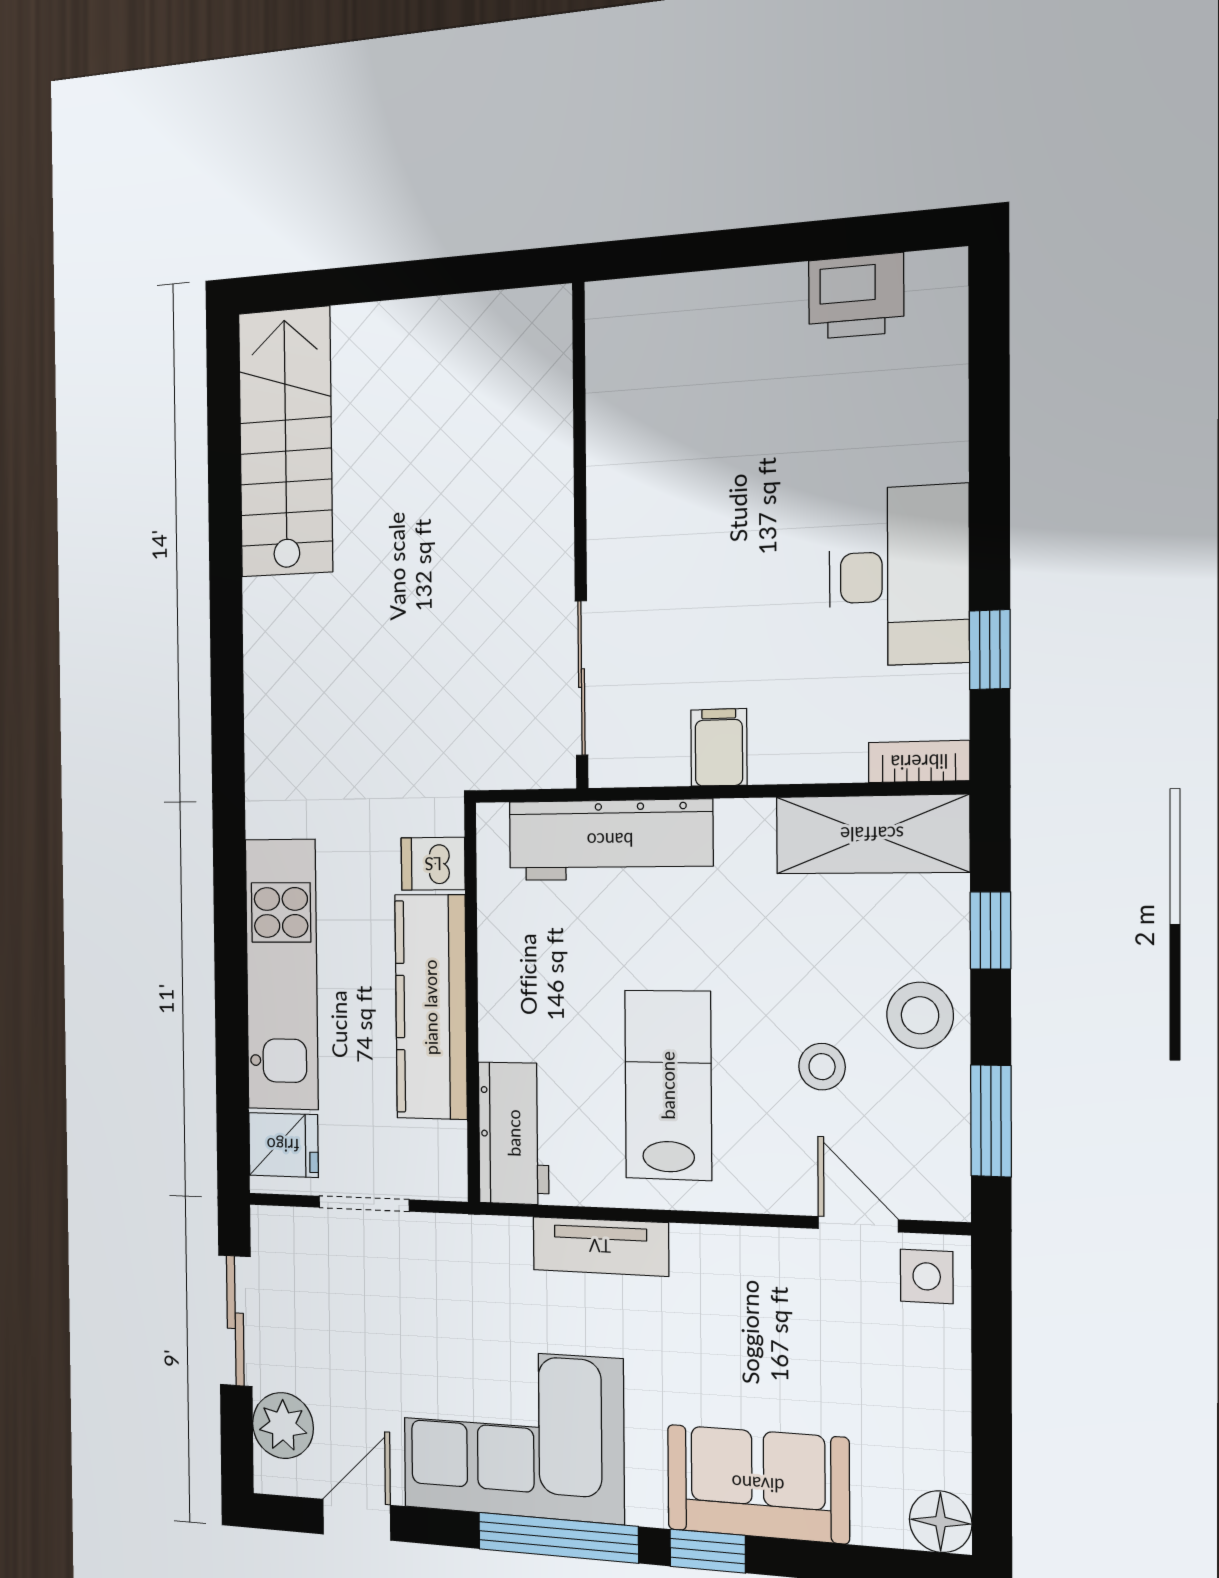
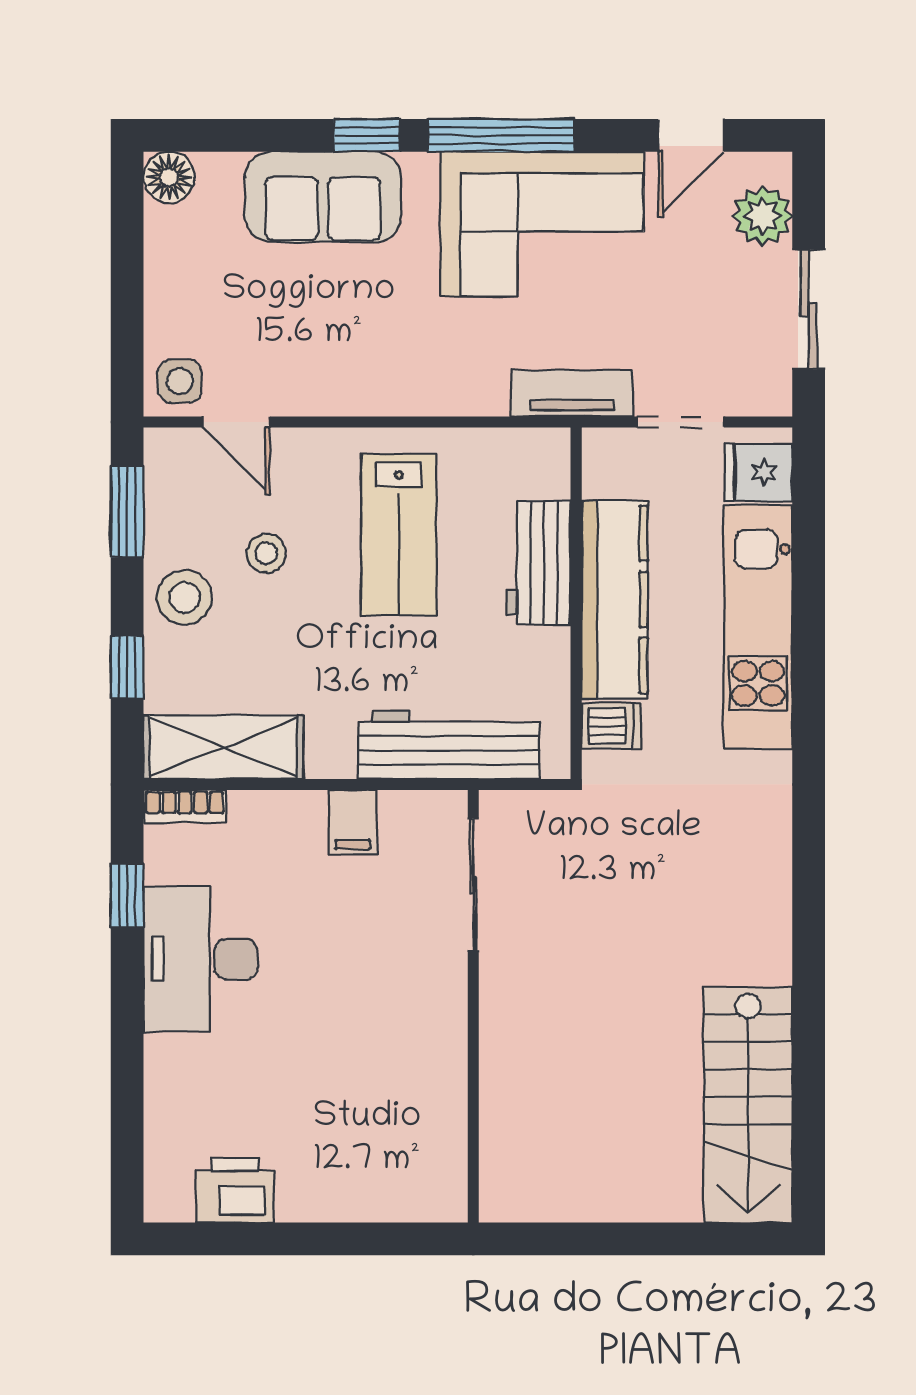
workbench: (514, 1133) -> (539, 563), moved
tv unit: (600, 1246) -> (572, 393), moved

